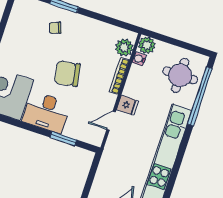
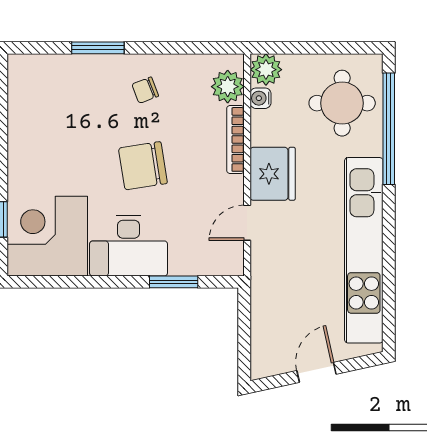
chair: (55, 28) -> (145, 90), moved
fridge: (127, 105) -> (273, 174), width x1.88, depth x1.34

